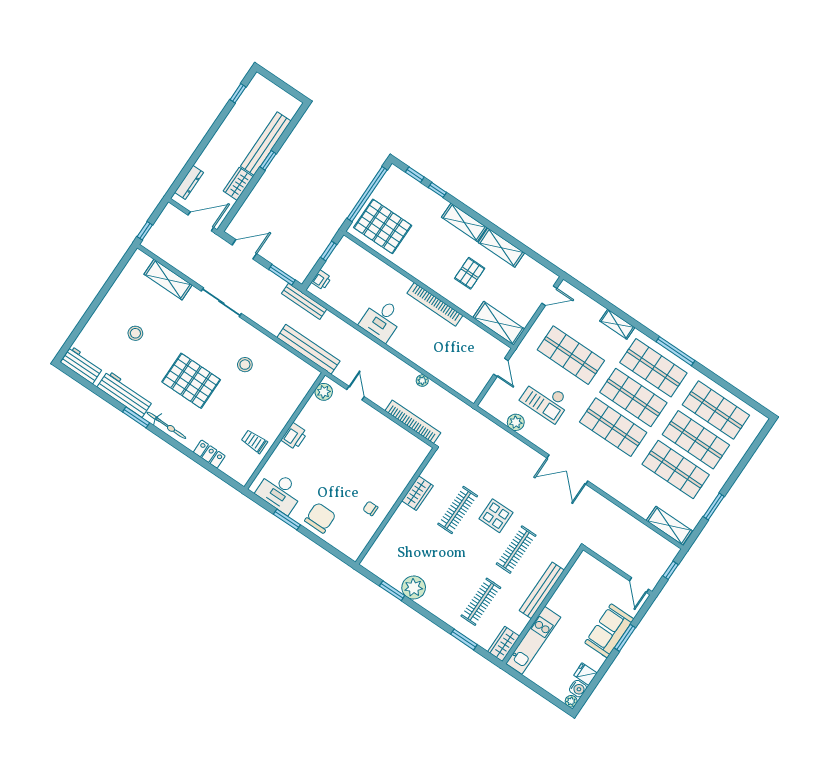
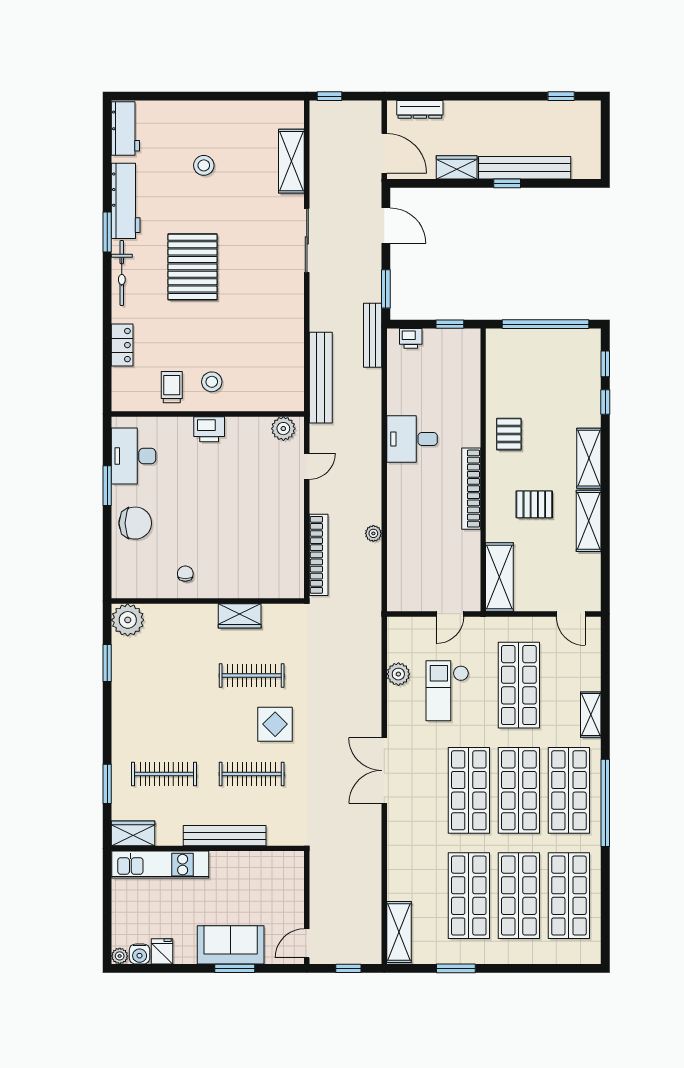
pallet: (383, 226) -> (509, 434), moved, width x0.49, depth x0.50
window: (675, 351) -> (605, 803), width x1.46
stool: (245, 365) -> (212, 382), moved
plant: (414, 588) -> (128, 620), moved

